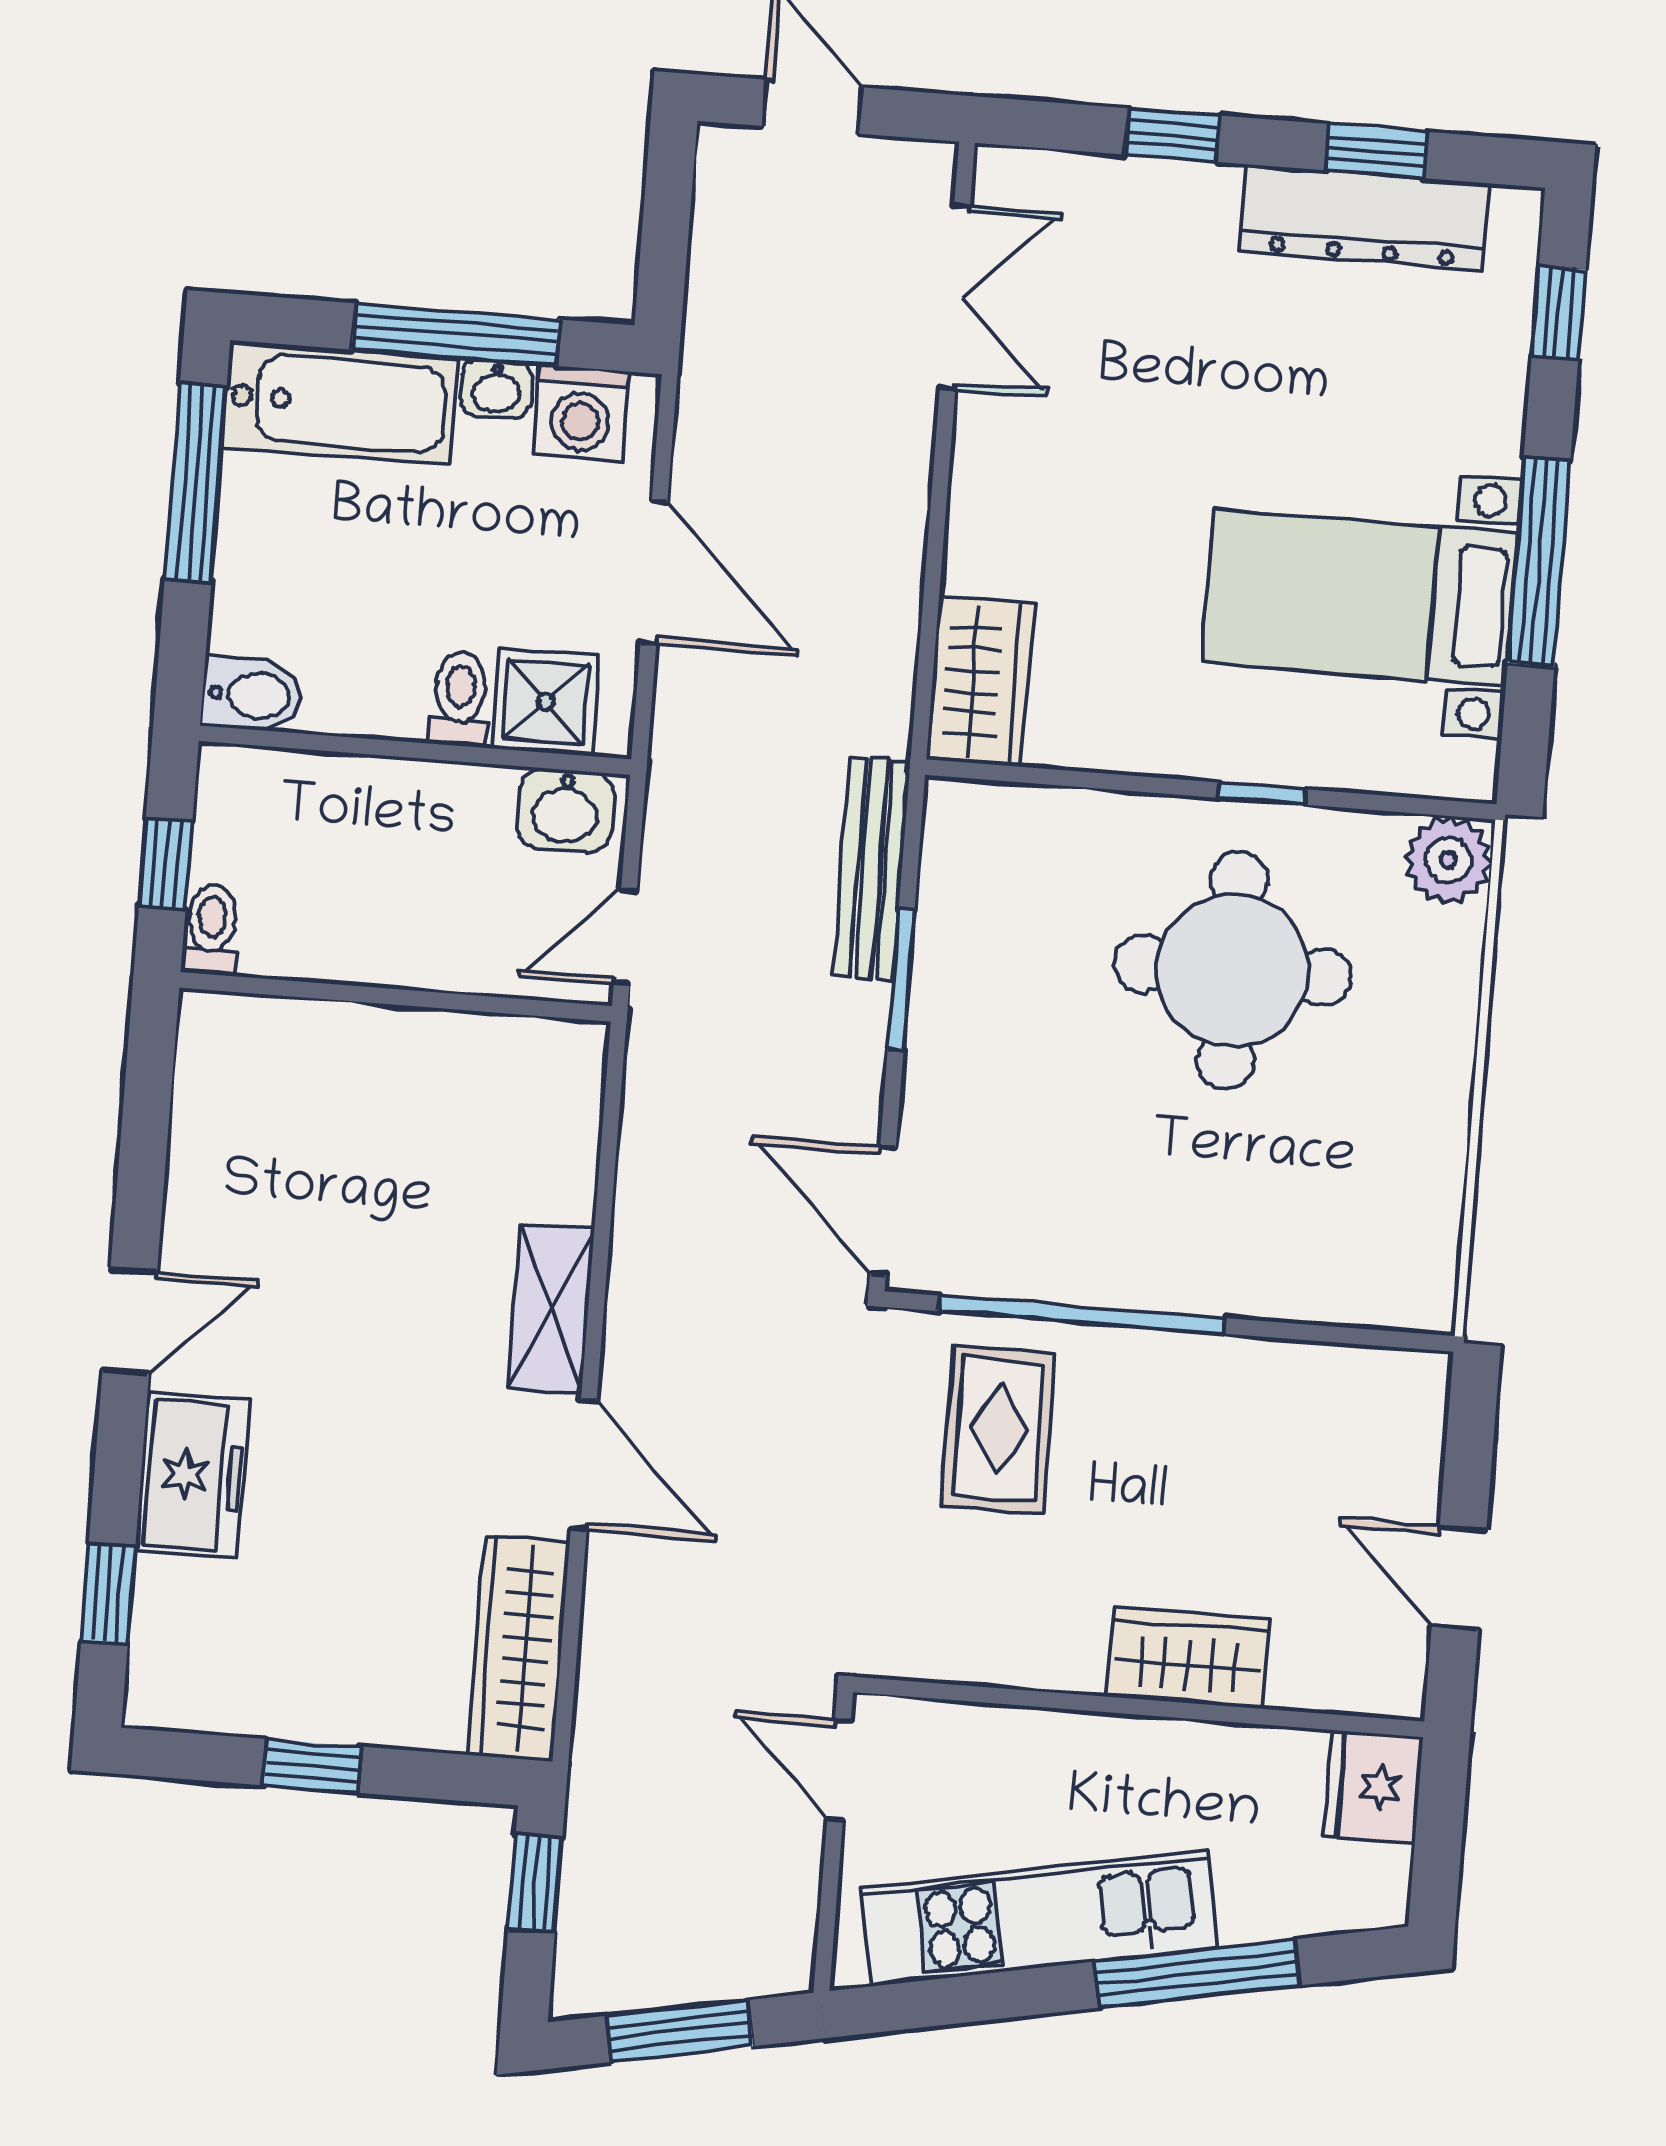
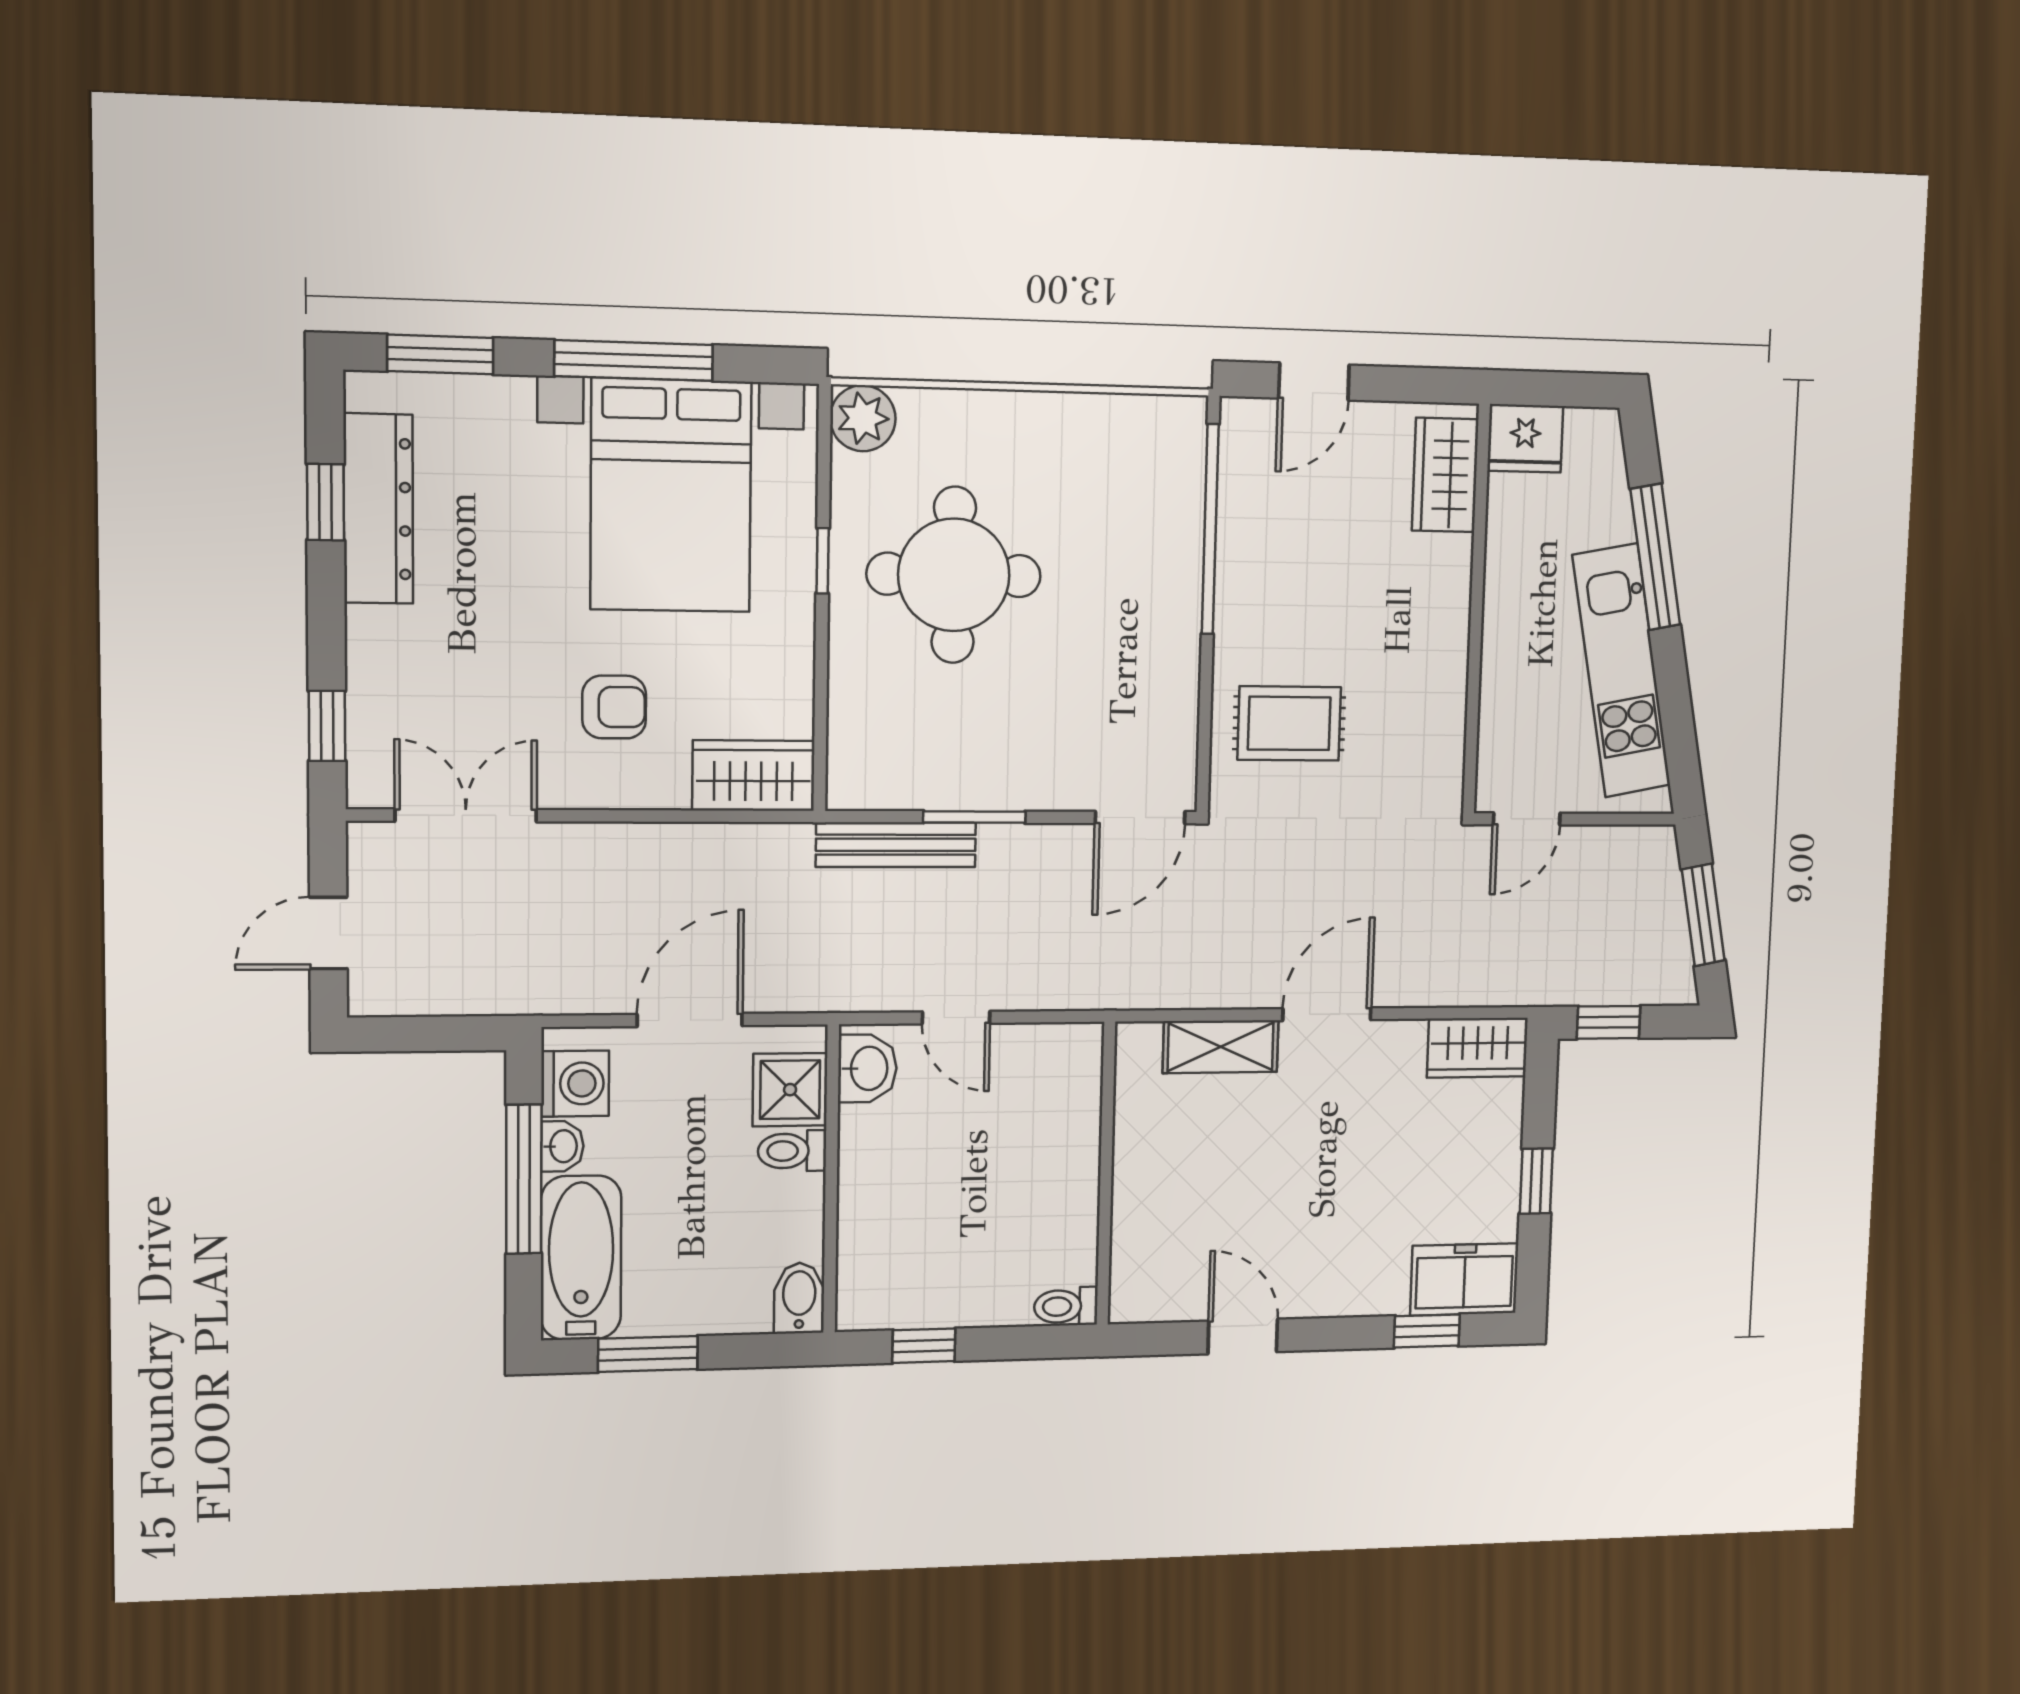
window: (1172, 135) -> (327, 726), moved
window: (1559, 313) -> (440, 354), width x1.50
window: (196, 483) -> (648, 1354), width x0.69
armchair: (1085, 502) -> (614, 707), added
bed with nightstands: (1360, 598) -> (671, 496), width x1.36
toilet: (212, 929) -> (1066, 1306), moved
wall: (396, 997) -> (1106, 1174), moved
window: (1082, 1315) -> (1210, 529), moved
freezer: (193, 1475) -> (1464, 1279), moved
door: (1459, 1578) -> (1314, 382), moved
wardrobe: (519, 1648) -> (1477, 1048), width x0.67
wardrobe: (1188, 1658) -> (1445, 475), moved

